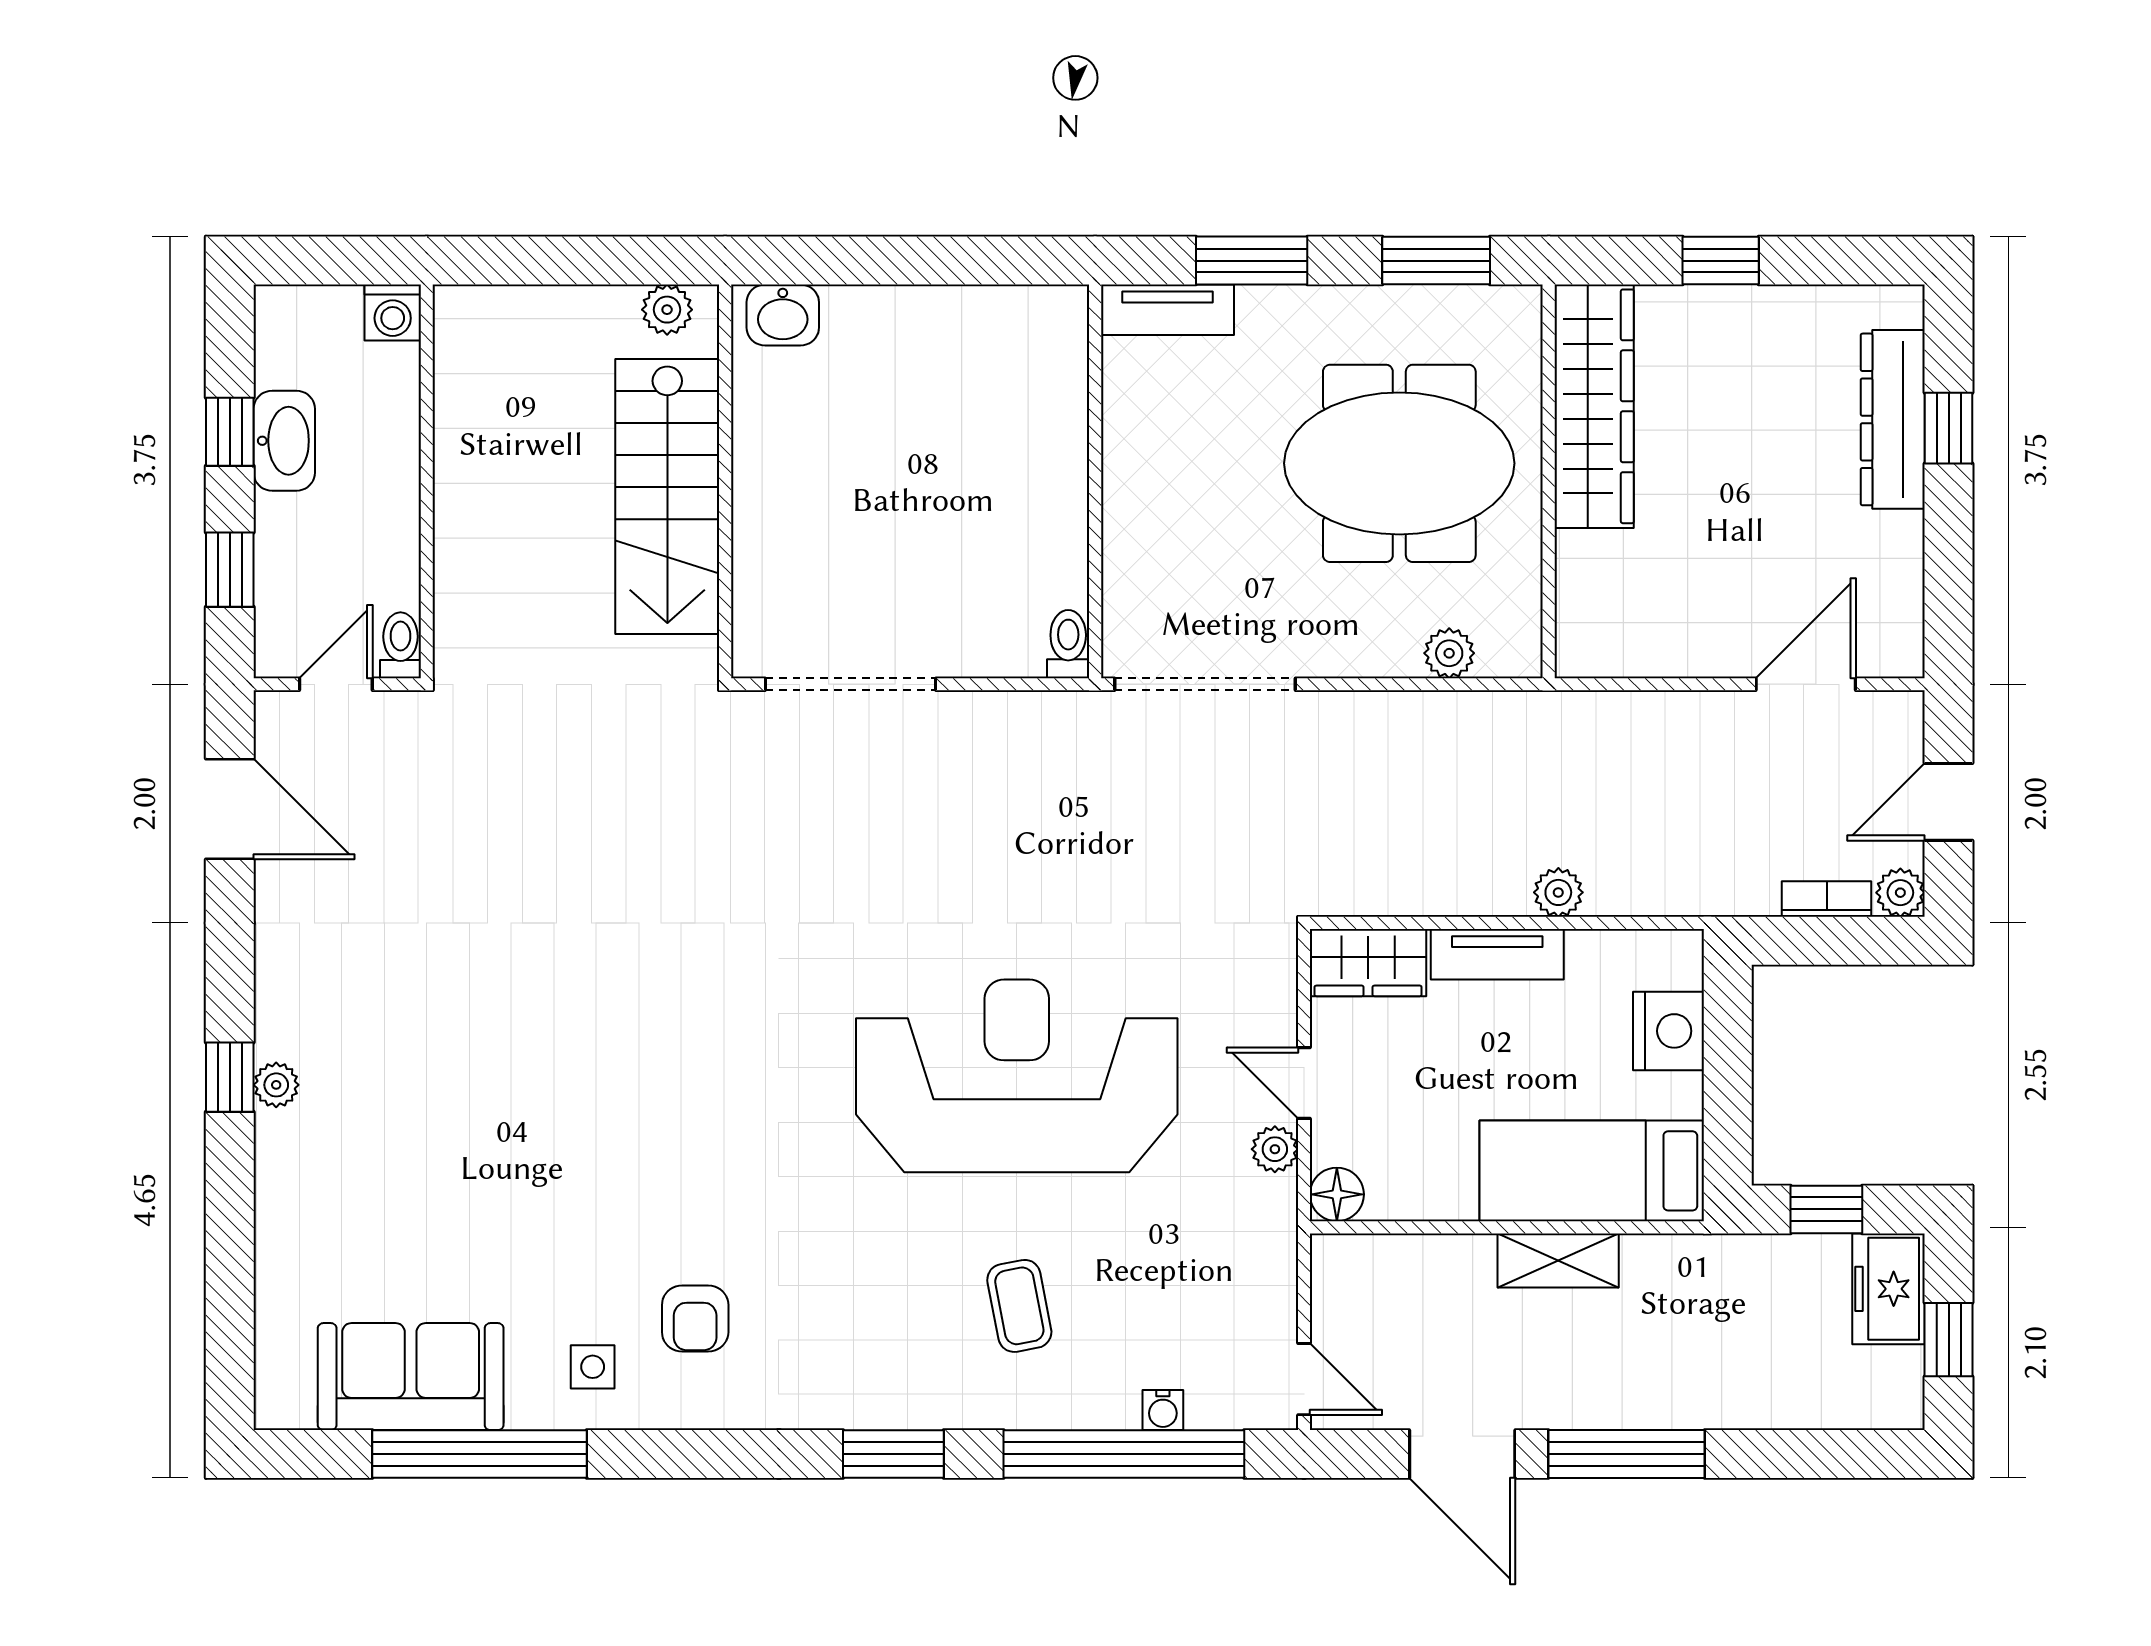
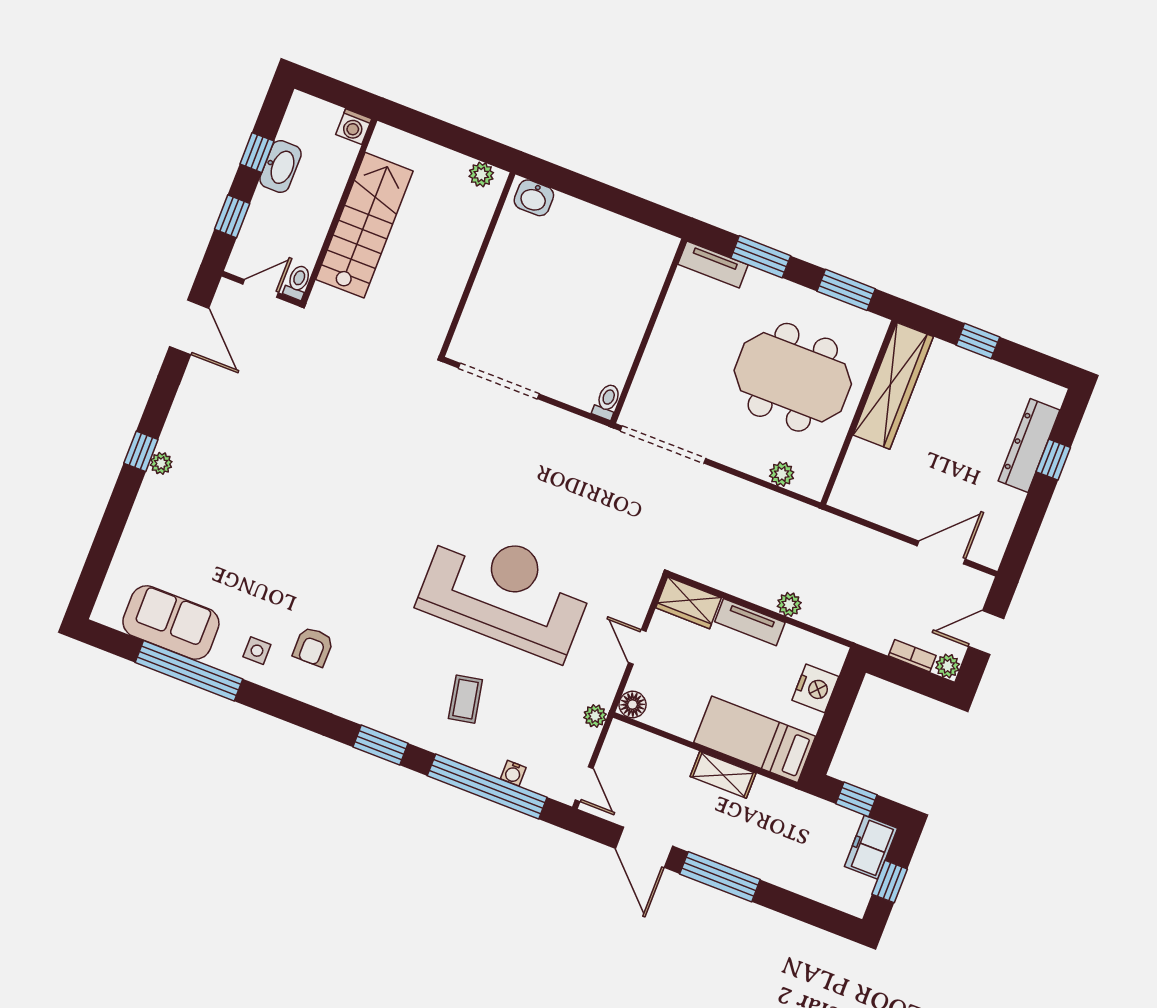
stairs: (667, 496) -> (364, 225), moved, turned 180
plant: (1275, 1149) -> (595, 716), moved

